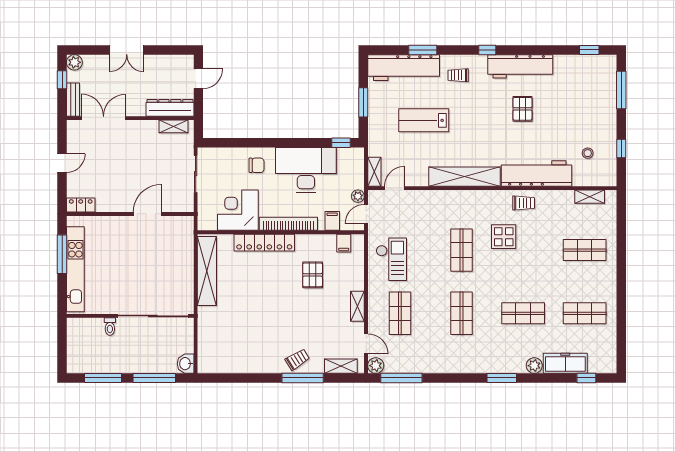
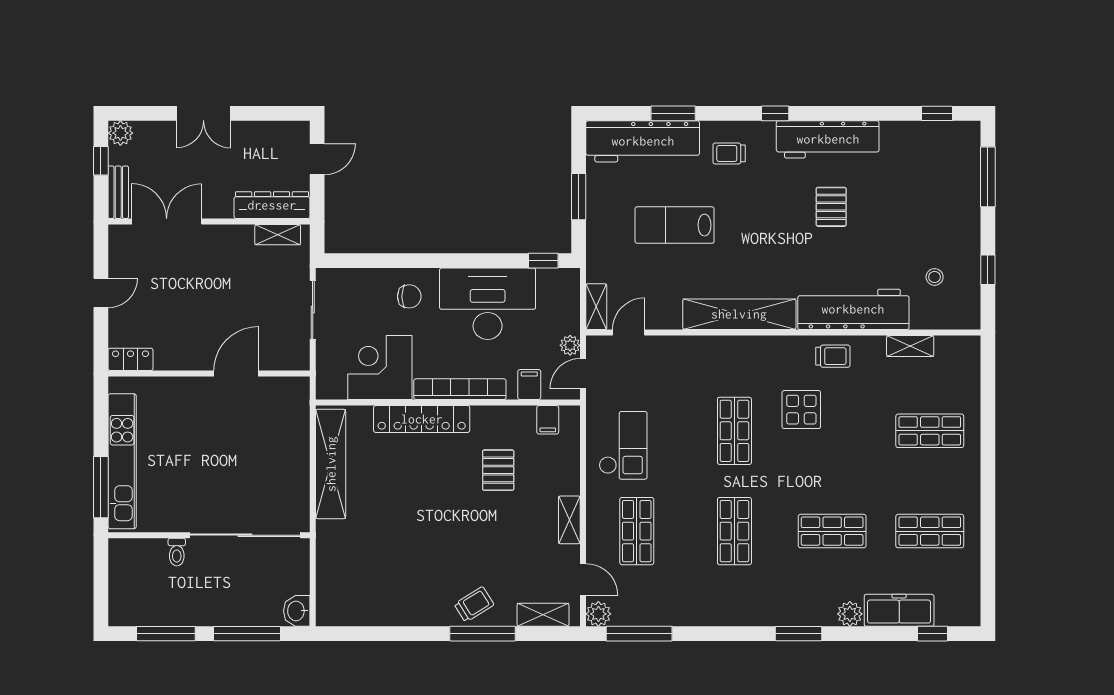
shelving: (590, 197) -> (910, 346), moved
window: (62, 254) -> (101, 487), moved

